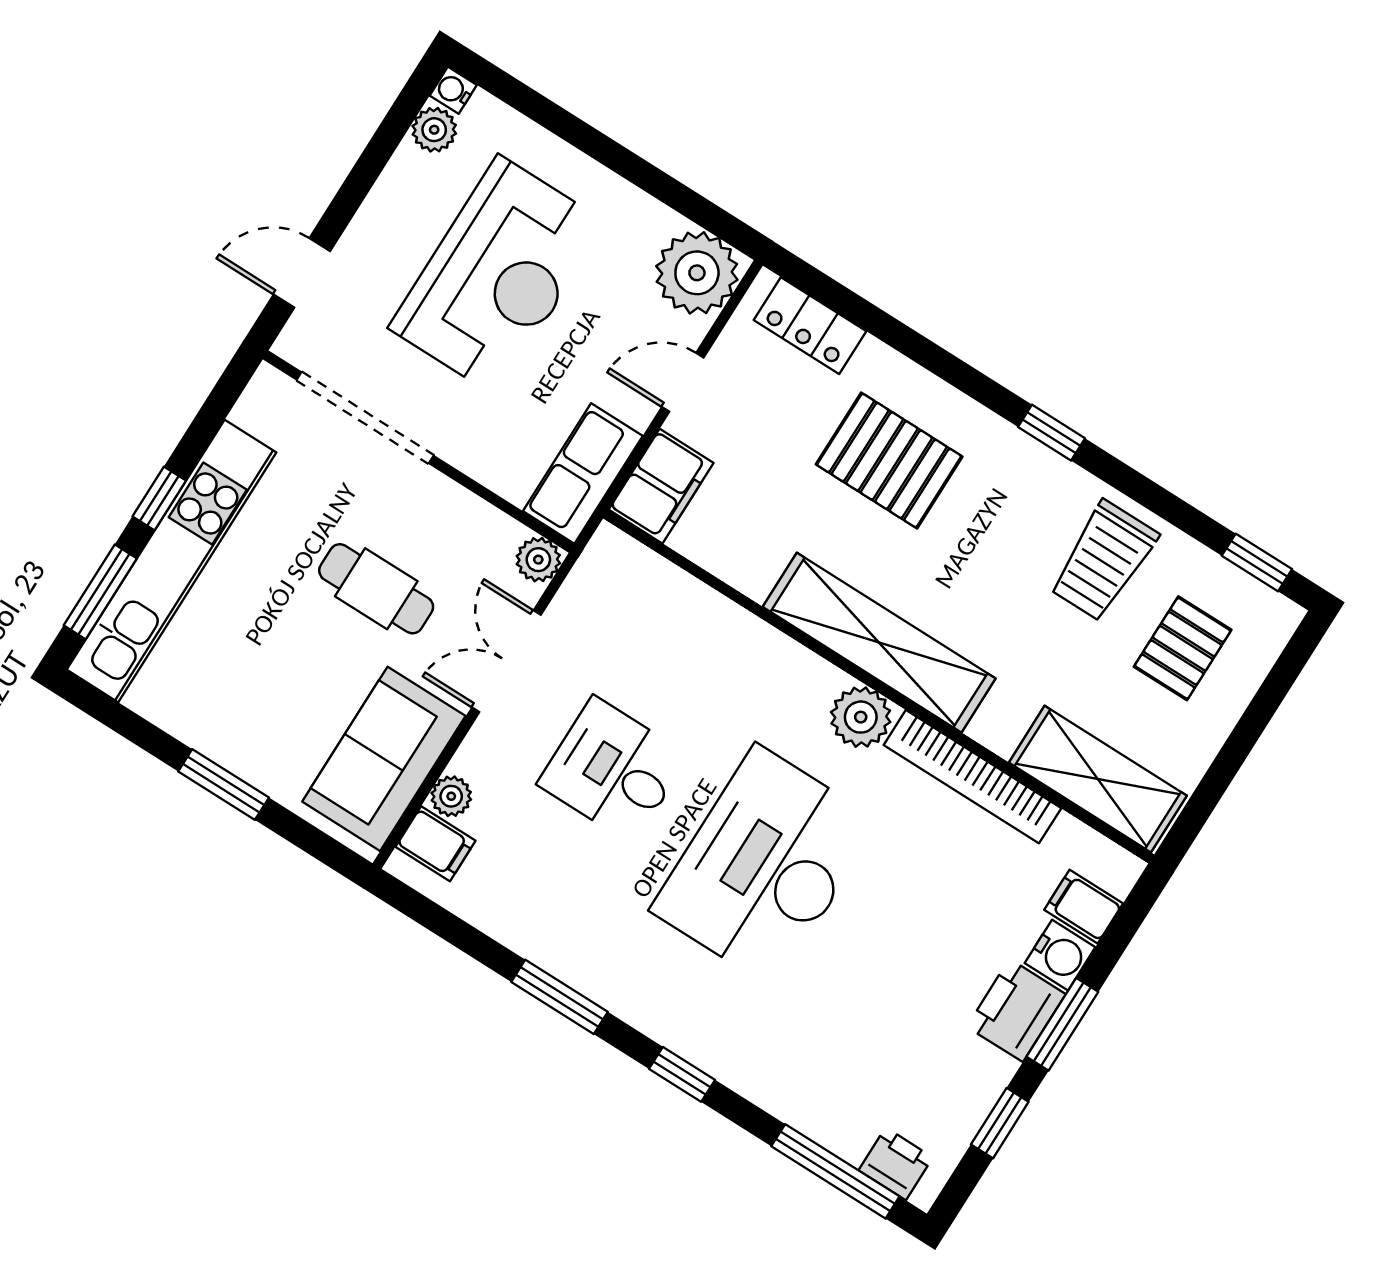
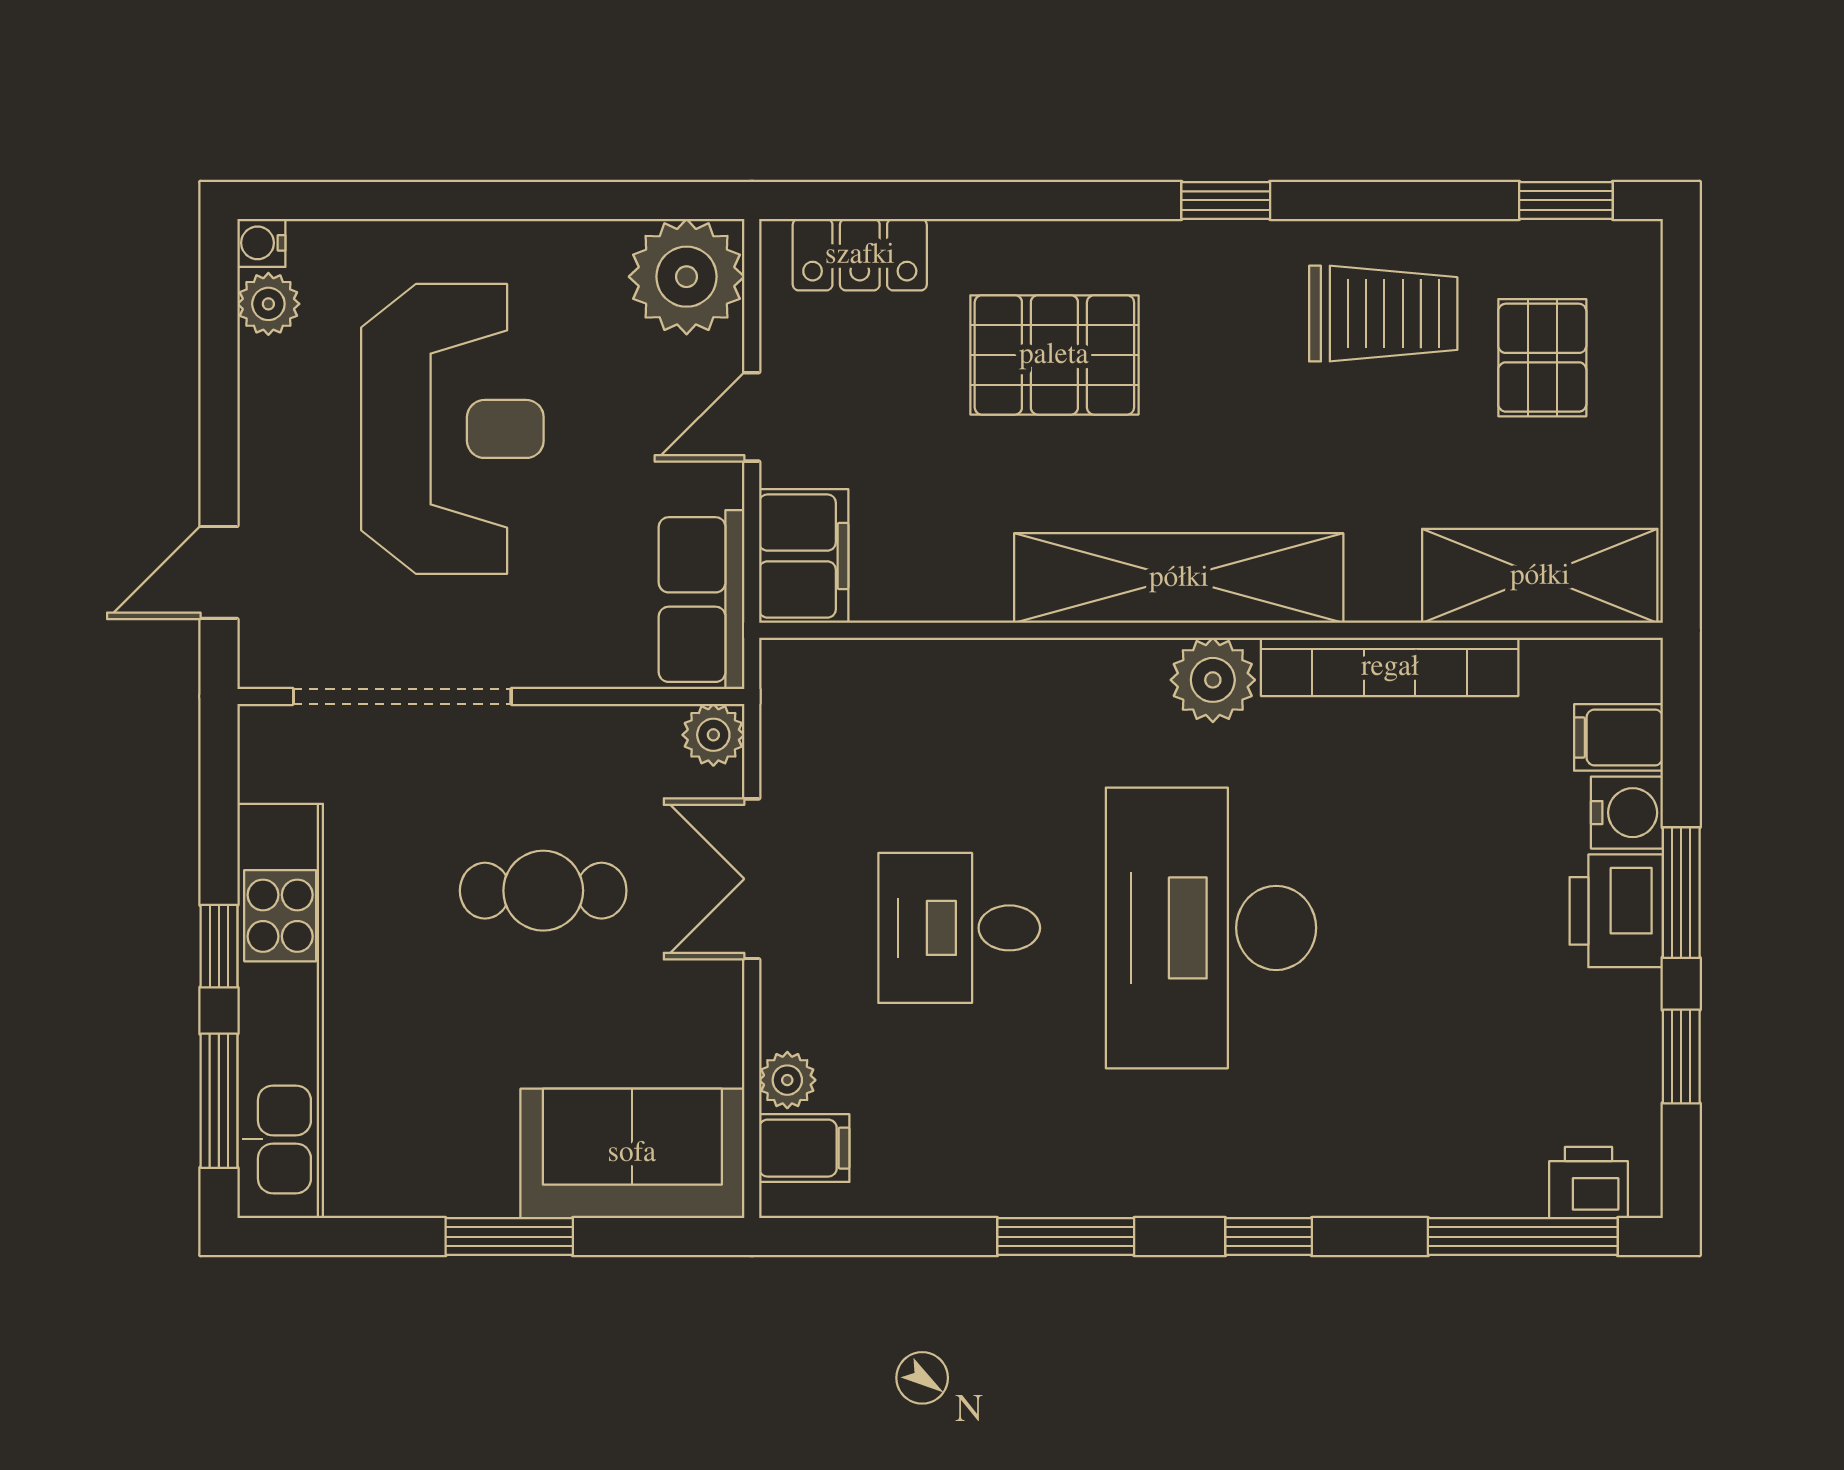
trolley: (1103, 561) -> (1383, 314), turned -90
sofa: (384, 759) -> (632, 1153), moved, turned 90

